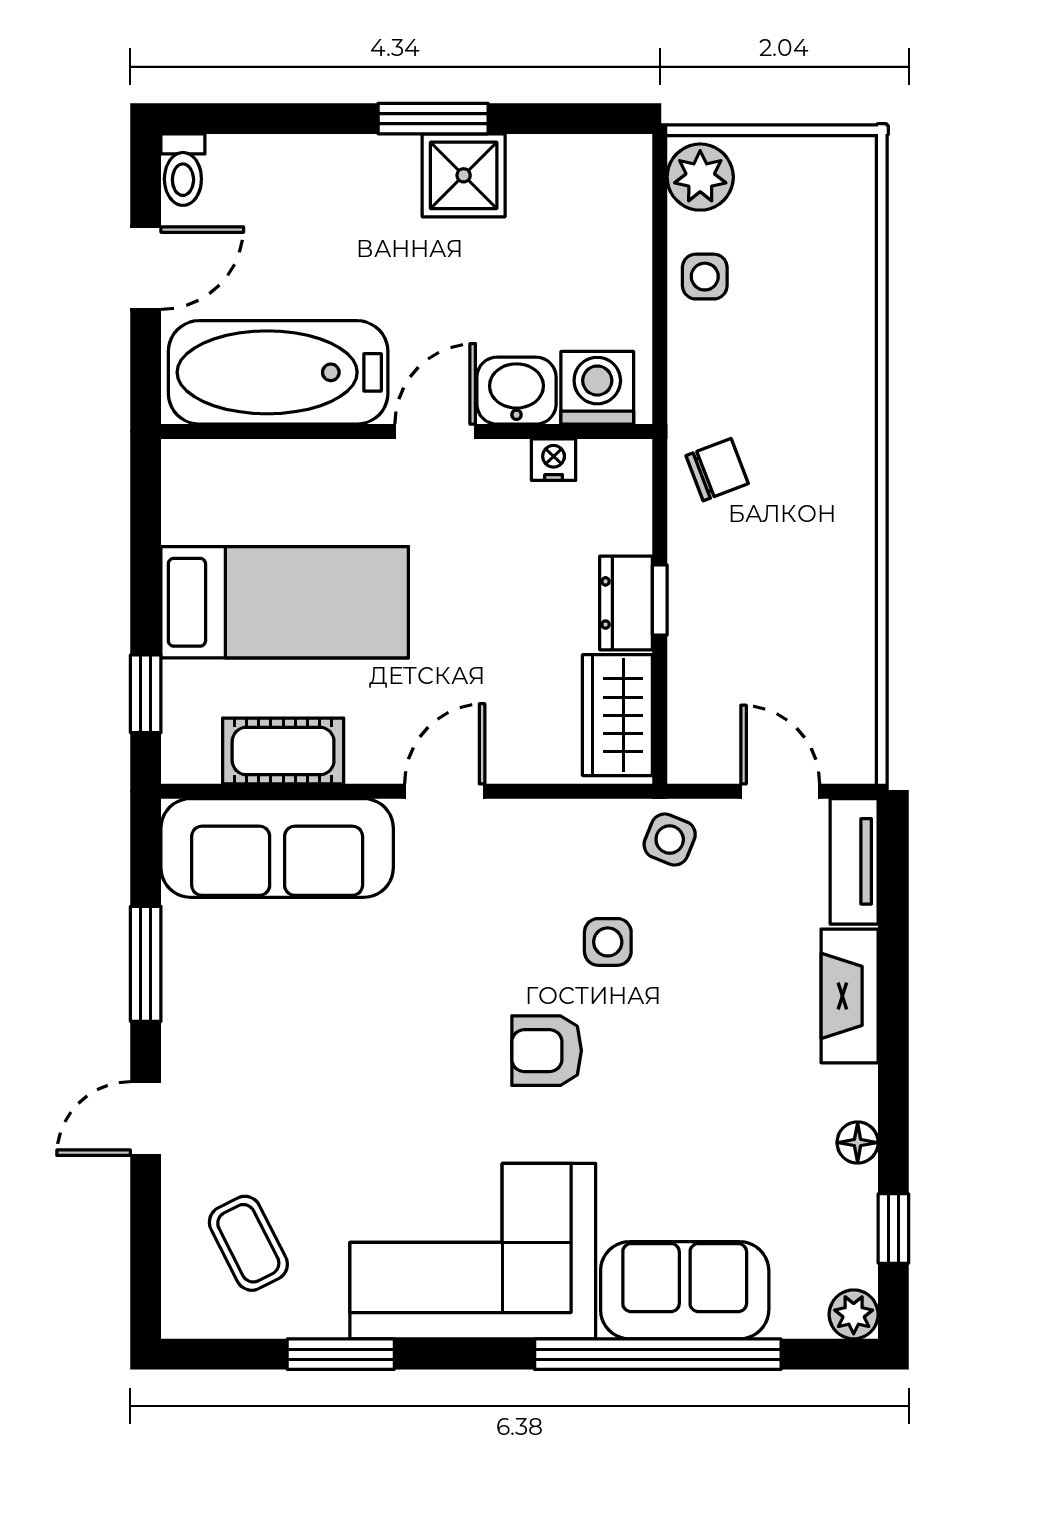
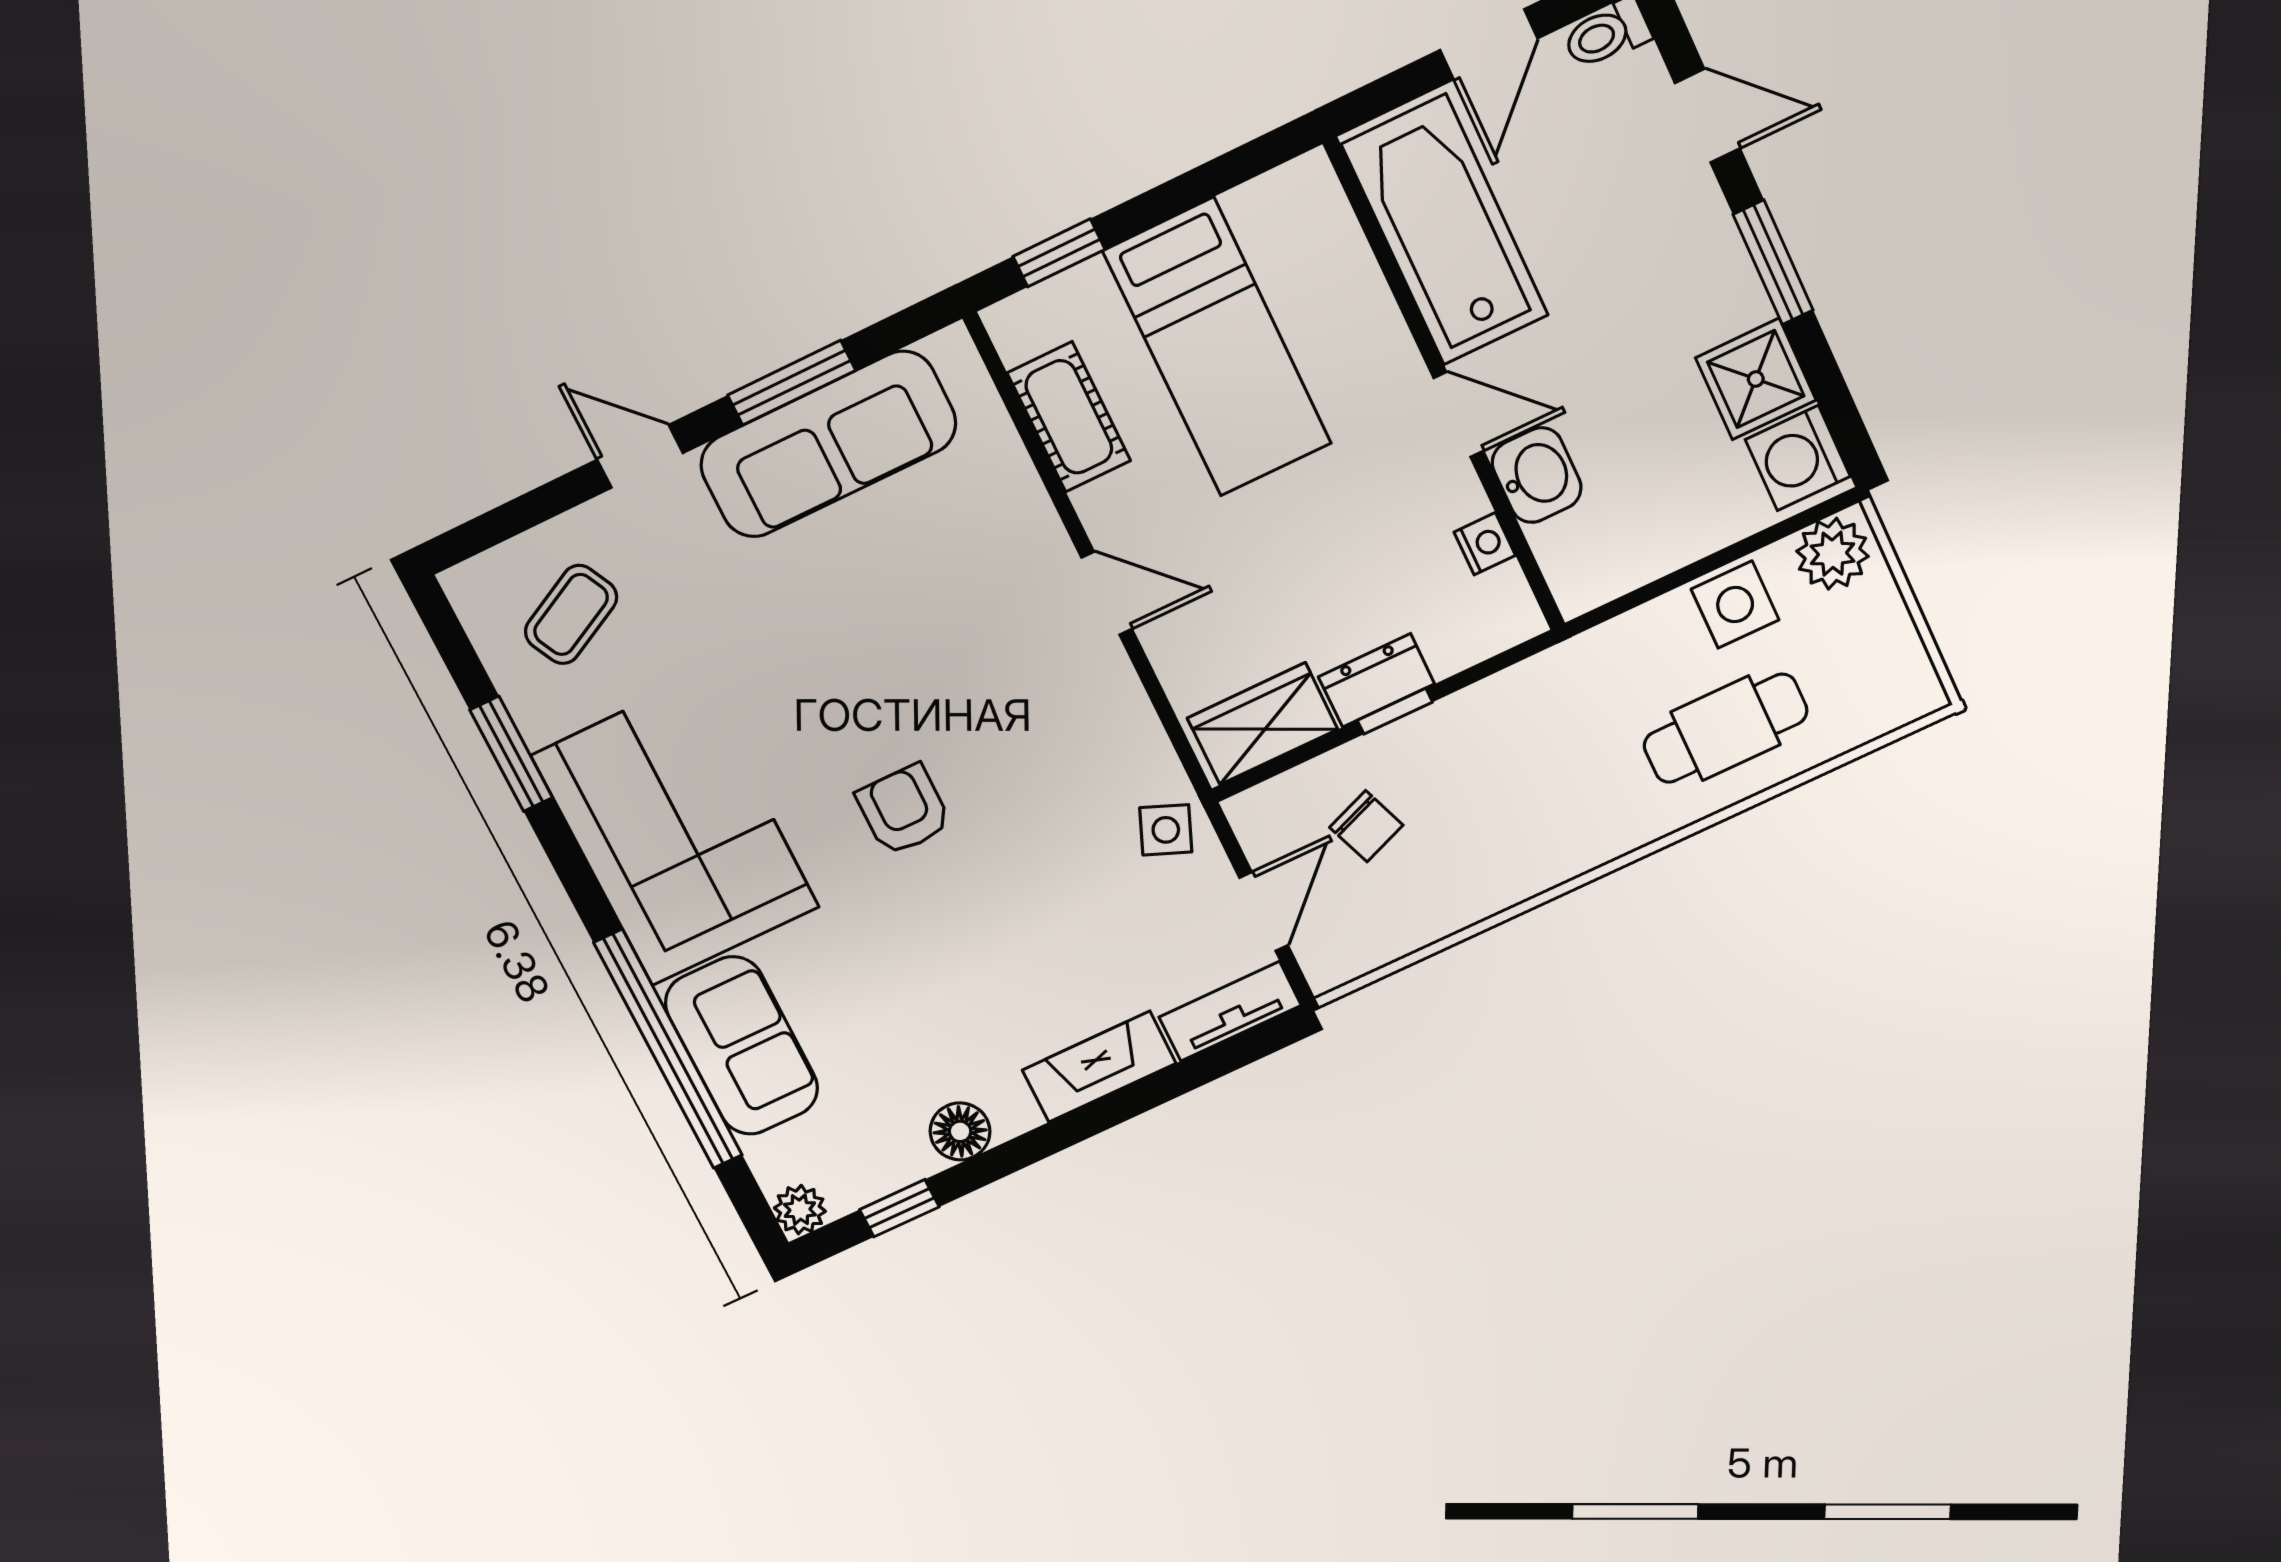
door: (288, 119) -> (1707, 116), added
shower: (464, 175) -> (1756, 379), moved
door: (146, 268) -> (1489, 44), hinge flipped
side table: (705, 277) -> (1735, 605), width x1.37, depth x1.37
cafe table: (807, 332) -> (1726, 728), added
washing machine: (597, 388) -> (1798, 458), moved, turned 180
chair: (717, 470) -> (1366, 826), moved
sofa: (277, 848) -> (828, 444), moved, turned -90
side table: (608, 942) -> (1038, 818), removed
floor lamp: (858, 1143) -> (960, 1131), width x1.37, depth x1.37

